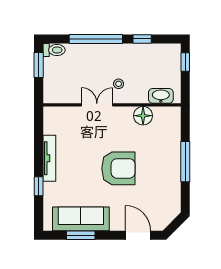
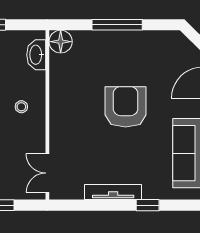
double door: (97, 105) -> (47, 173), moved
floor lamp: (143, 116) -> (61, 42), moved

